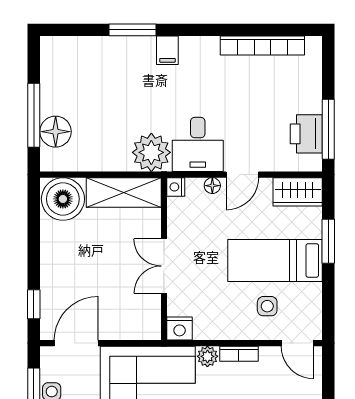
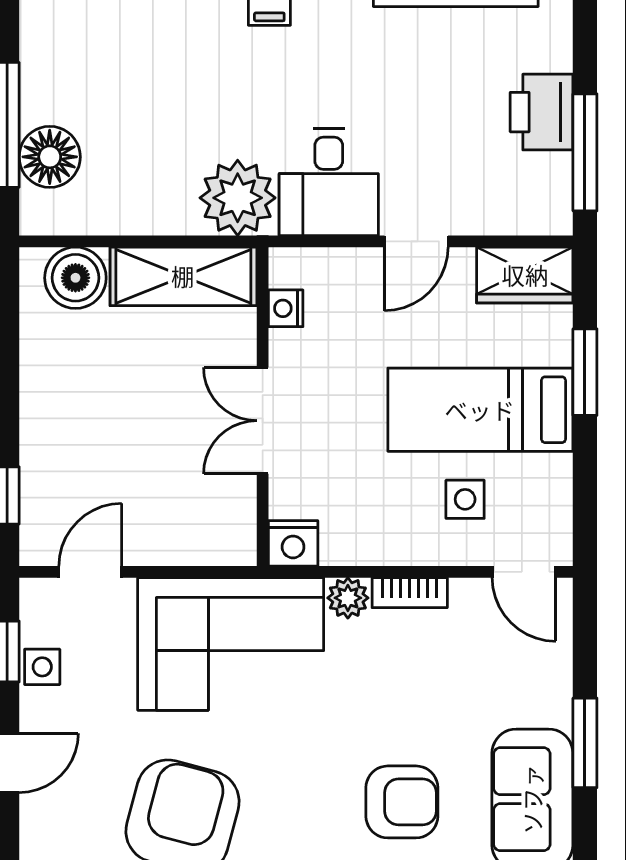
printer: (306, 134) -> (542, 112), moved
floor lamp: (212, 186) -> (357, 263), removed
nightstand: (176, 187) -> (286, 308), moved
boiler: (63, 199) -> (75, 278), width x0.73, depth x0.73
door: (76, 343) -> (90, 572), width x0.73

